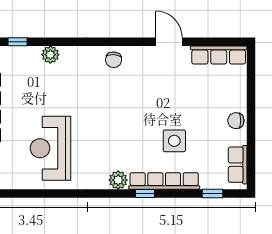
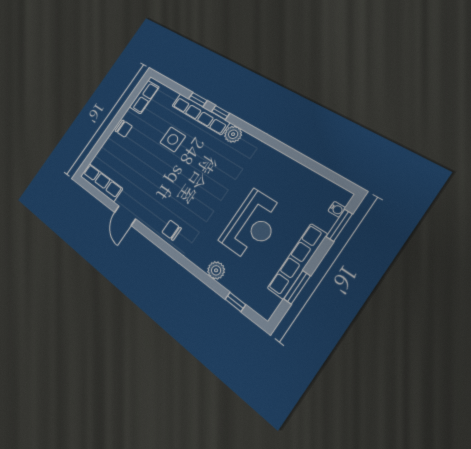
chair: (114, 60) -> (172, 230), turned -94
reception desk: (50, 148) -> (252, 225), moved
window: (213, 193) -> (198, 100), moved

